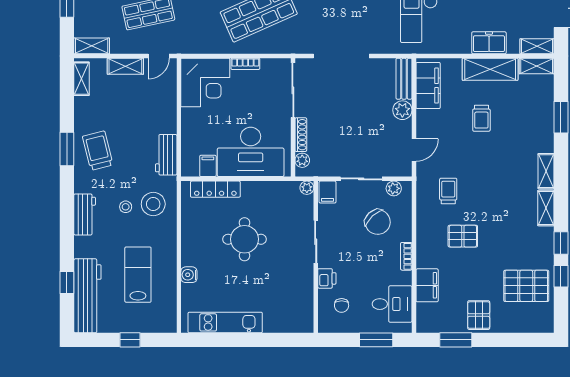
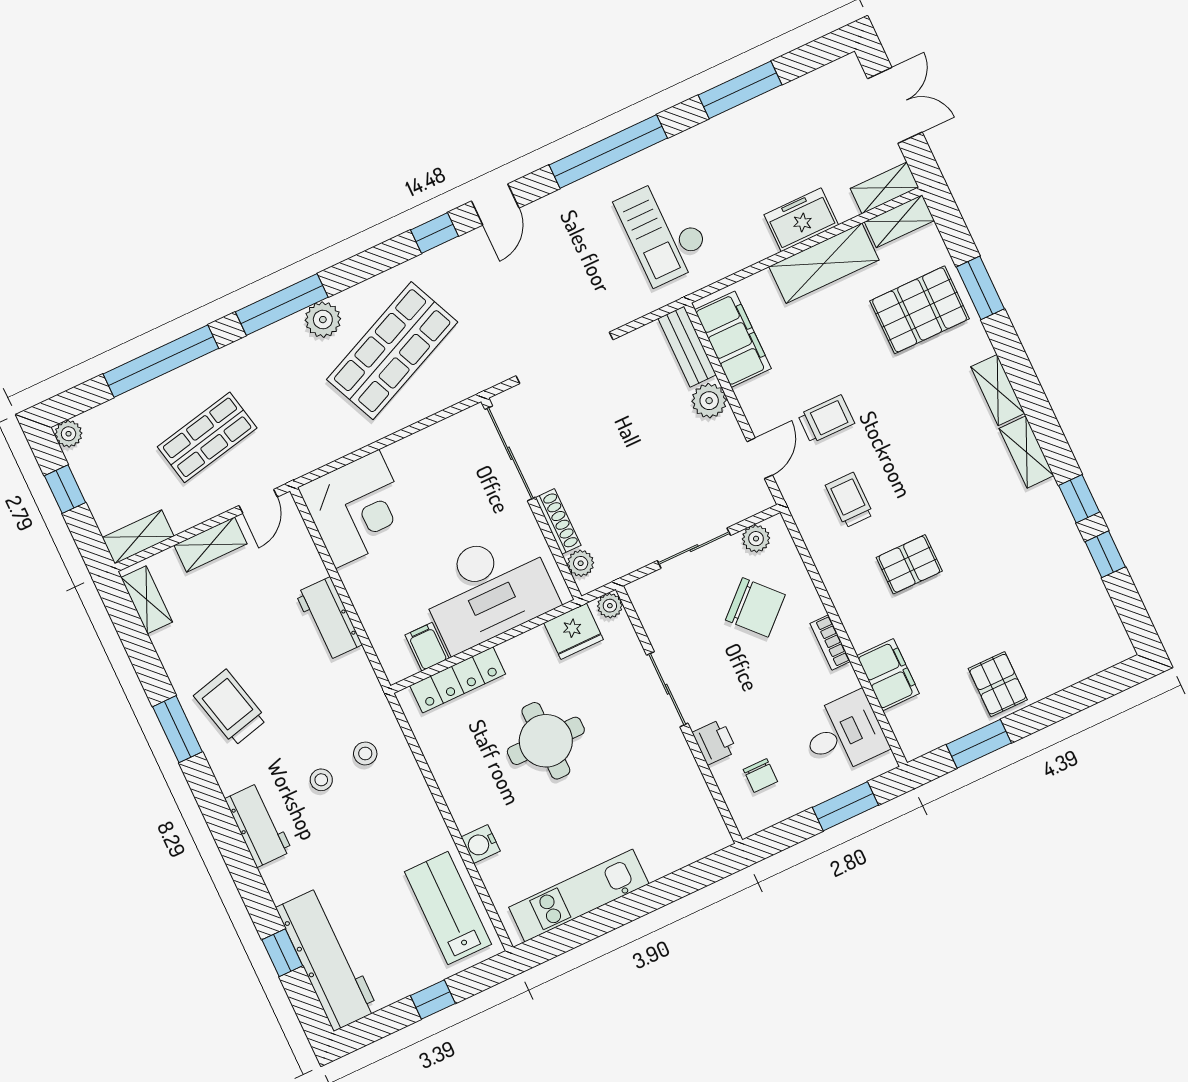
bookcase: (245, 64) -> (410, 446), removed
trolley: (481, 118) -> (826, 419), moved, turned -90
workbench: (166, 155) -> (329, 619), moved
fridge: (283, 192) -> (574, 631), added
filing cabinet: (328, 192) -> (648, 597), removed
stool: (153, 204) -> (365, 753), width x0.53, depth x0.53
lab bench: (138, 275) -> (448, 908), moved
pallet: (526, 286) -> (920, 310), moved

